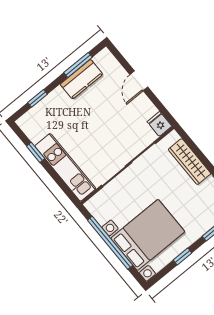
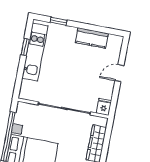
window: (78, 65) -> (99, 29), removed
kitchen unit: (65, 167) -> (35, 52), moved

